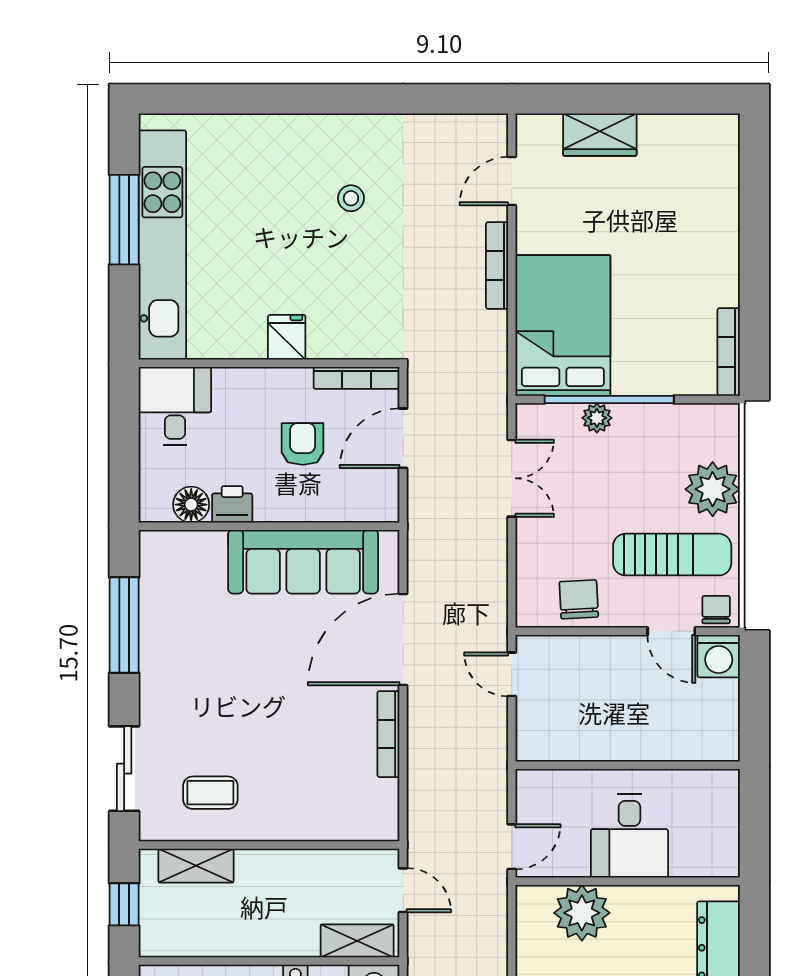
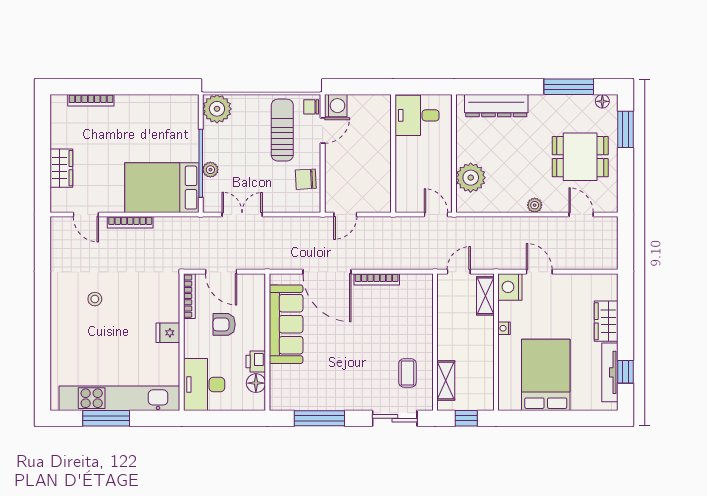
bookcase: (729, 352) -> (91, 100), moved
desk: (175, 406) -> (204, 384), width x1.37
plant: (713, 489) -> (217, 109), moved
desk: (629, 836) -> (417, 115), moved, turned 180

